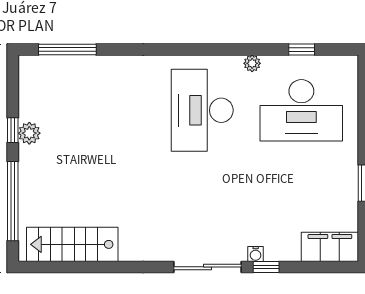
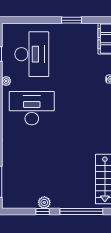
desk: (202, 110) -> (32, 108), turned 180

